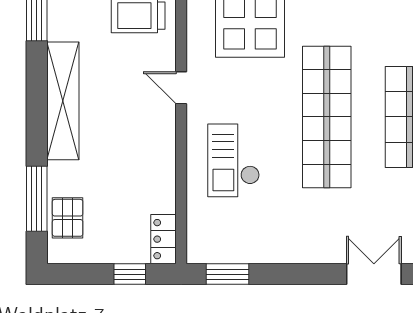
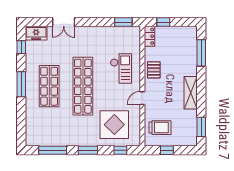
door: (181, 88) -> (142, 98), swing flipped
shelving: (63, 101) -> (191, 93), width x0.68
pallet: (68, 218) -> (154, 70), moved

